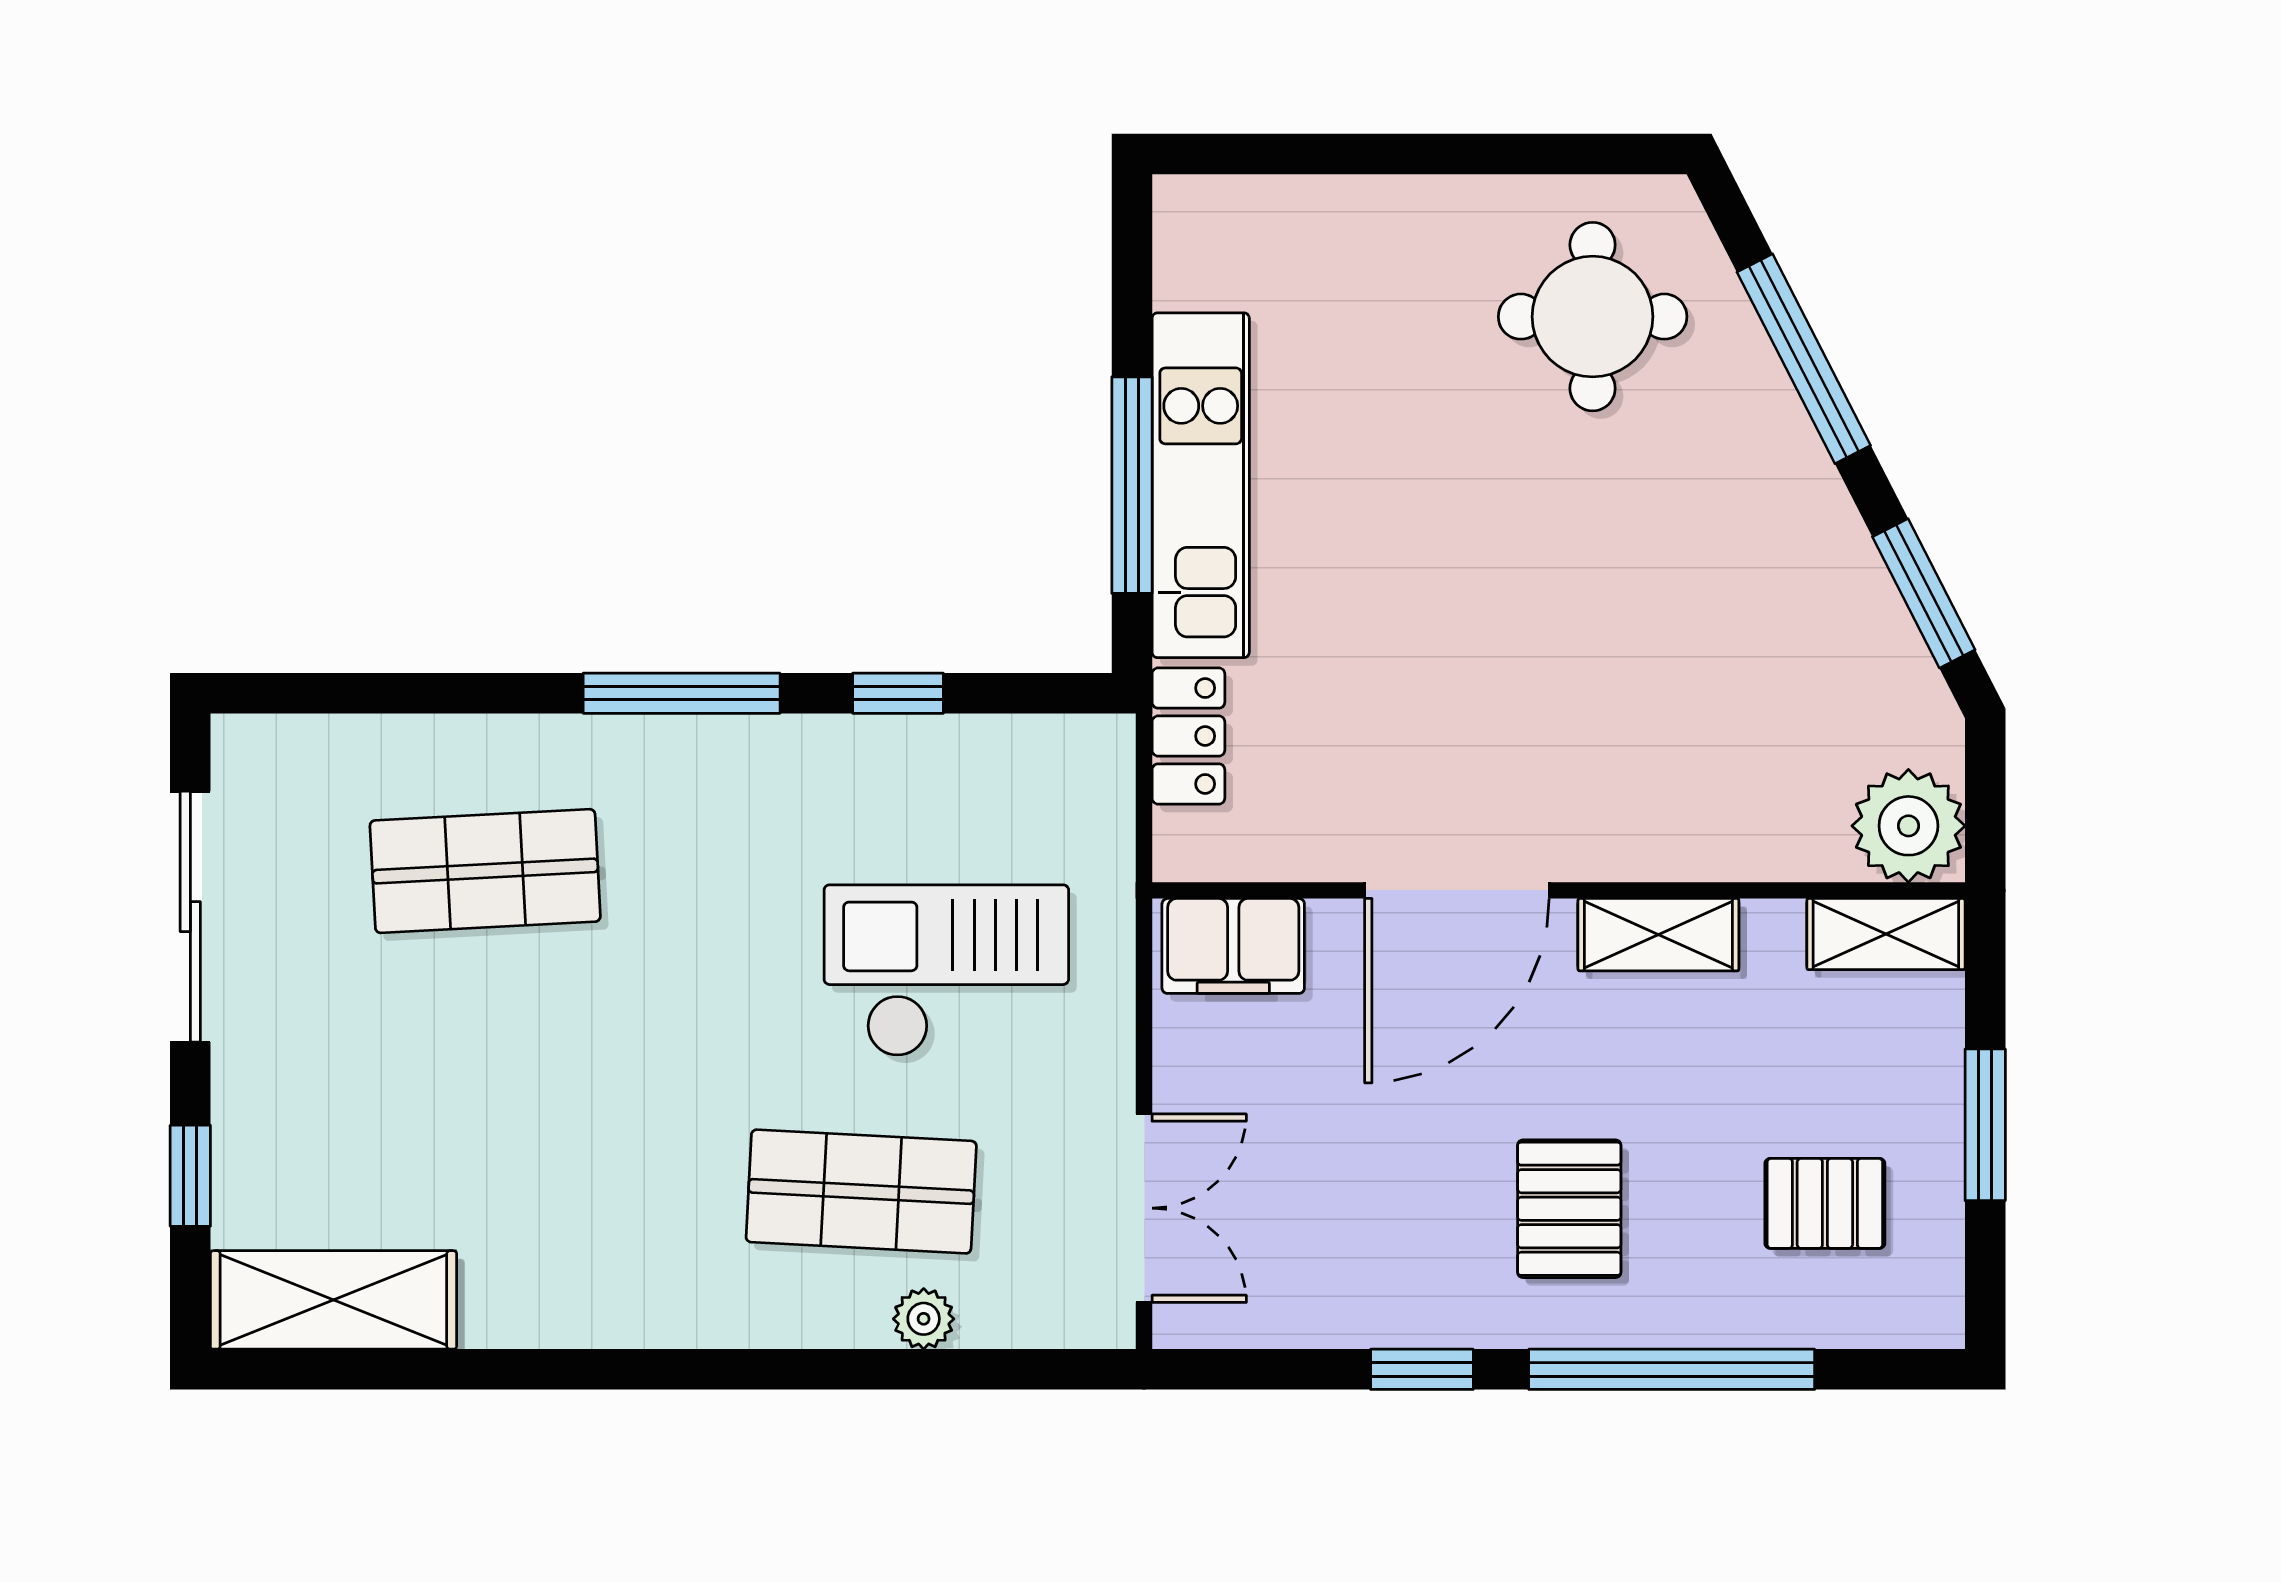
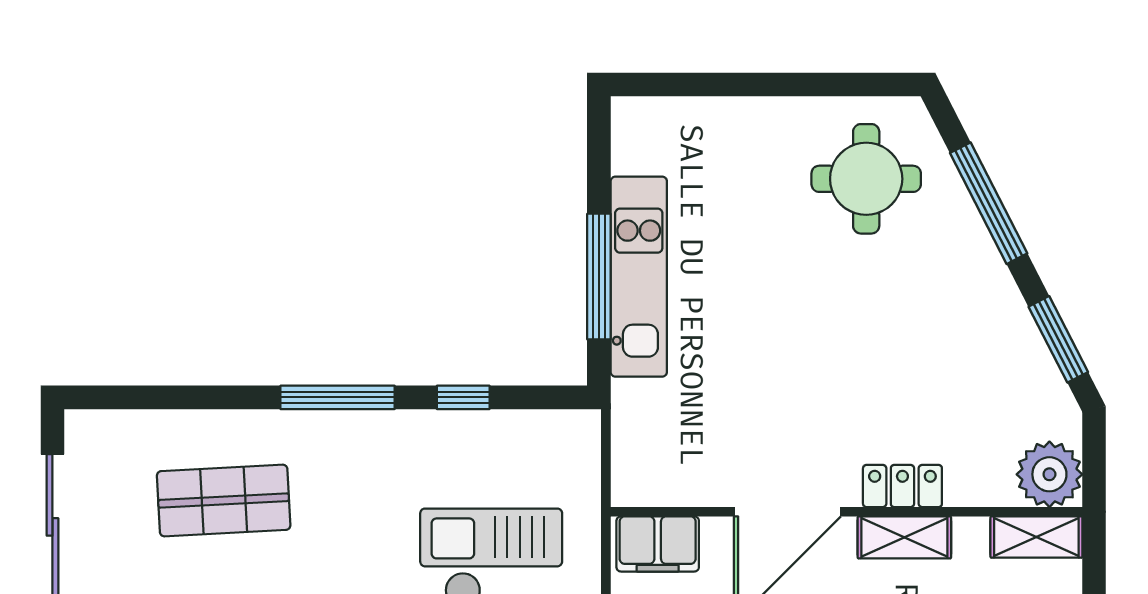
locker: (1188, 736) -> (902, 486), moved, turned -90

